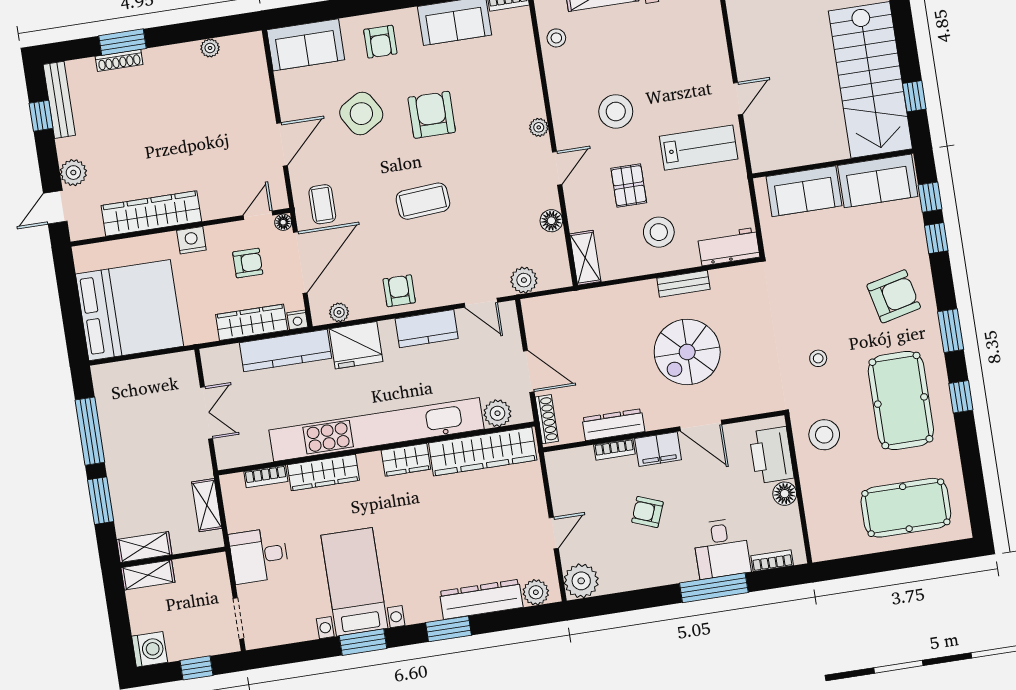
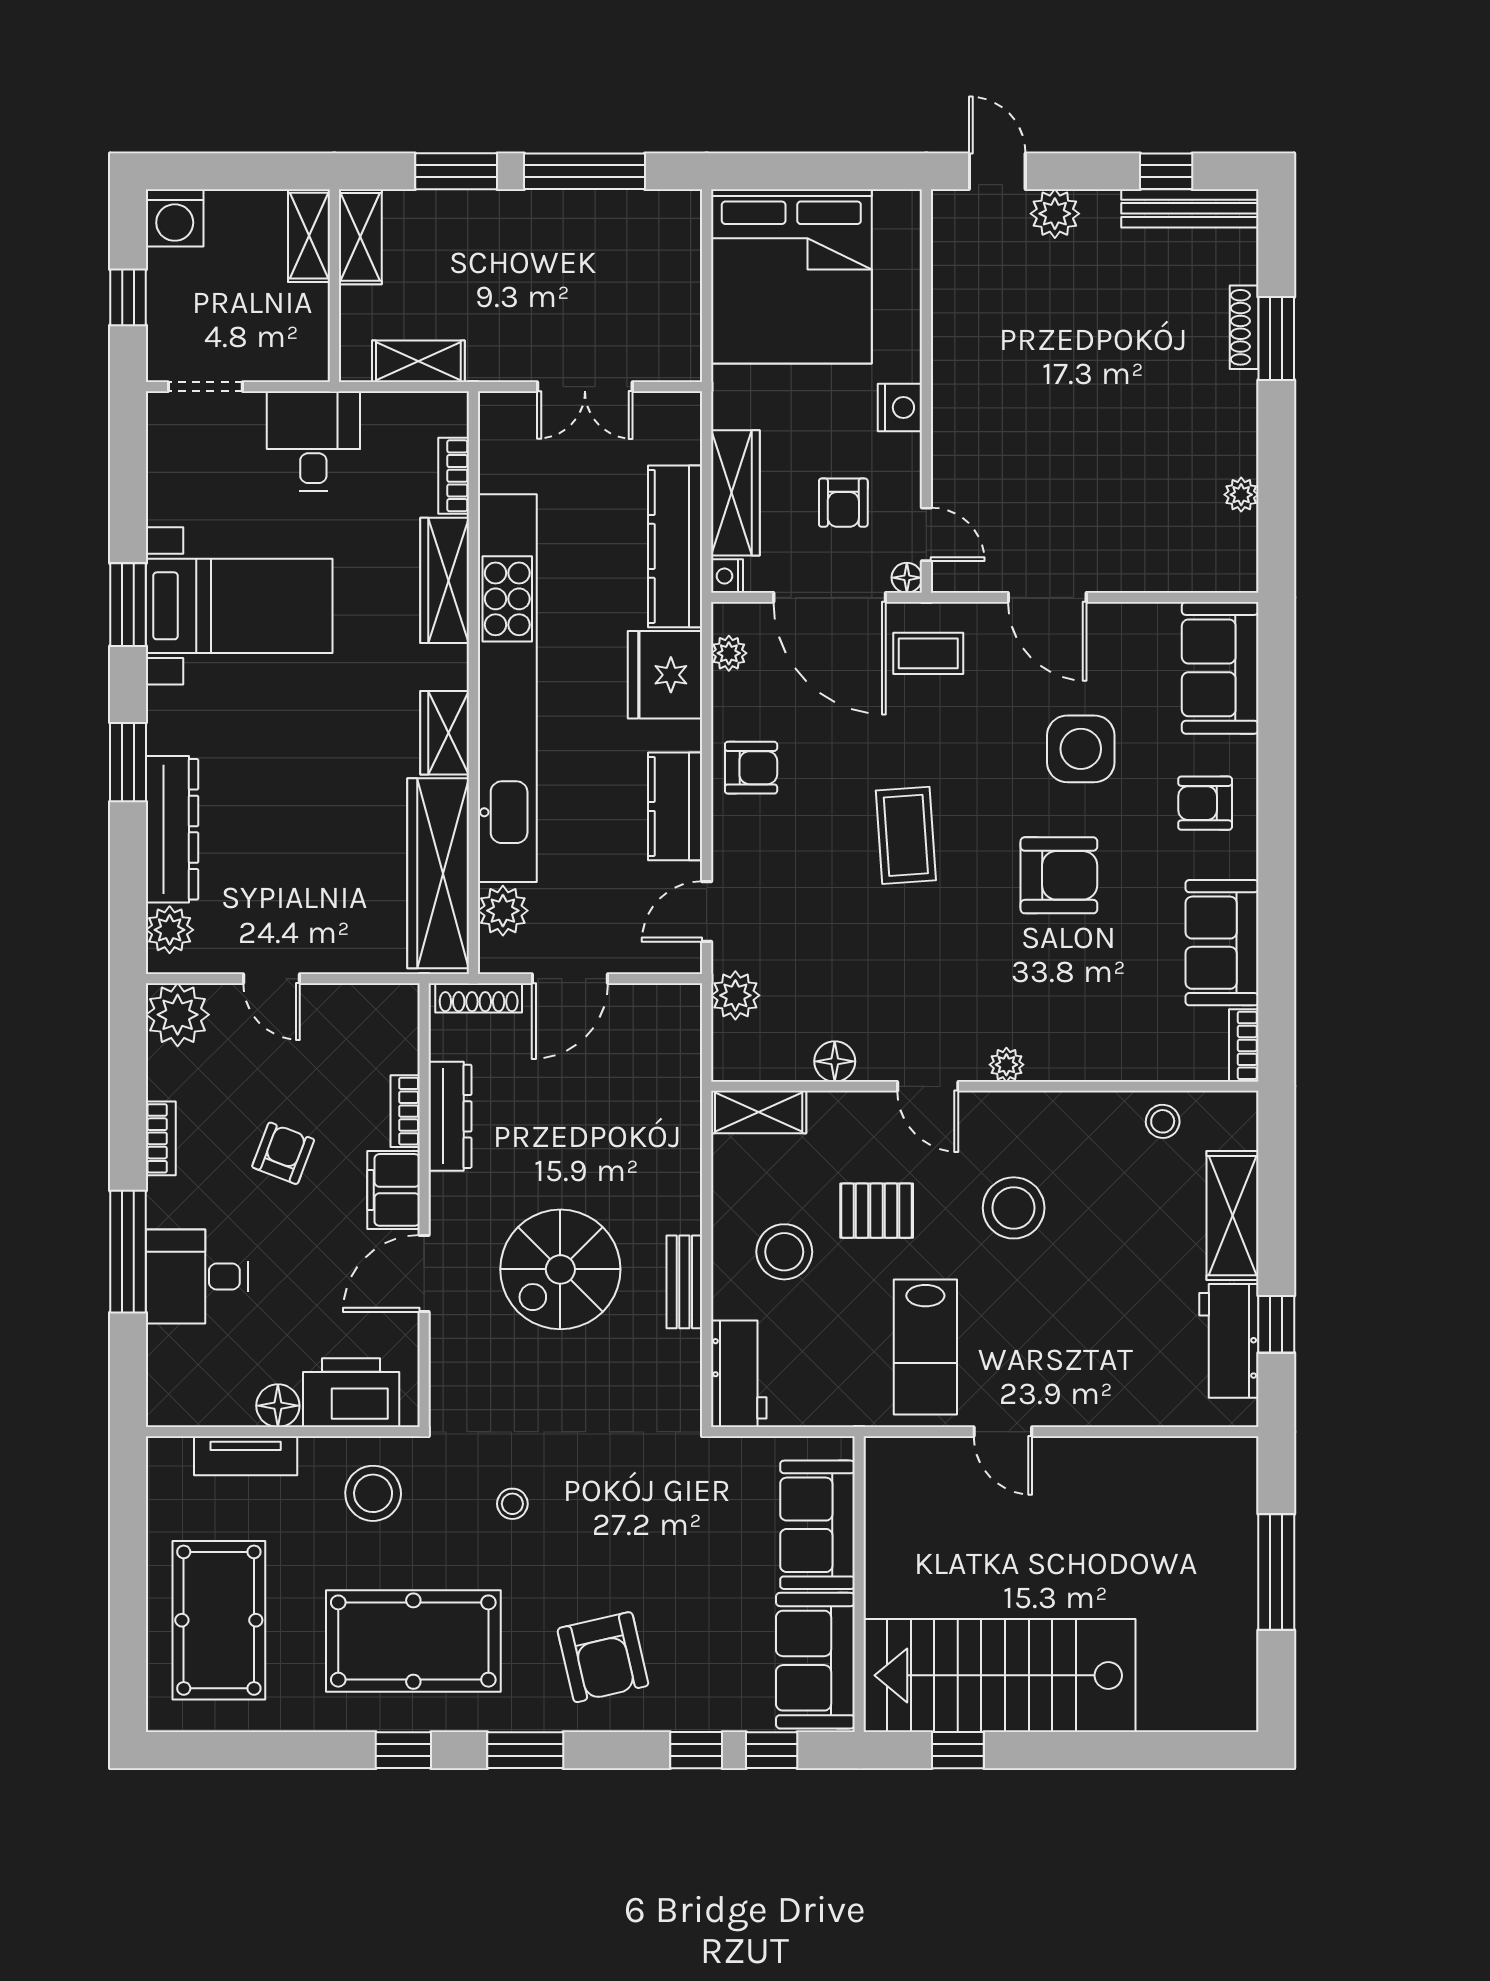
side table: (361, 114) -> (1081, 749), turned 31
wardrobe: (151, 213) -> (959, 343), removed
spiral stairs: (687, 352) -> (560, 1269), turned -90
tv unit: (815, 507) -> (246, 1456), added
bookcase: (772, 561) -> (161, 1138), moved

